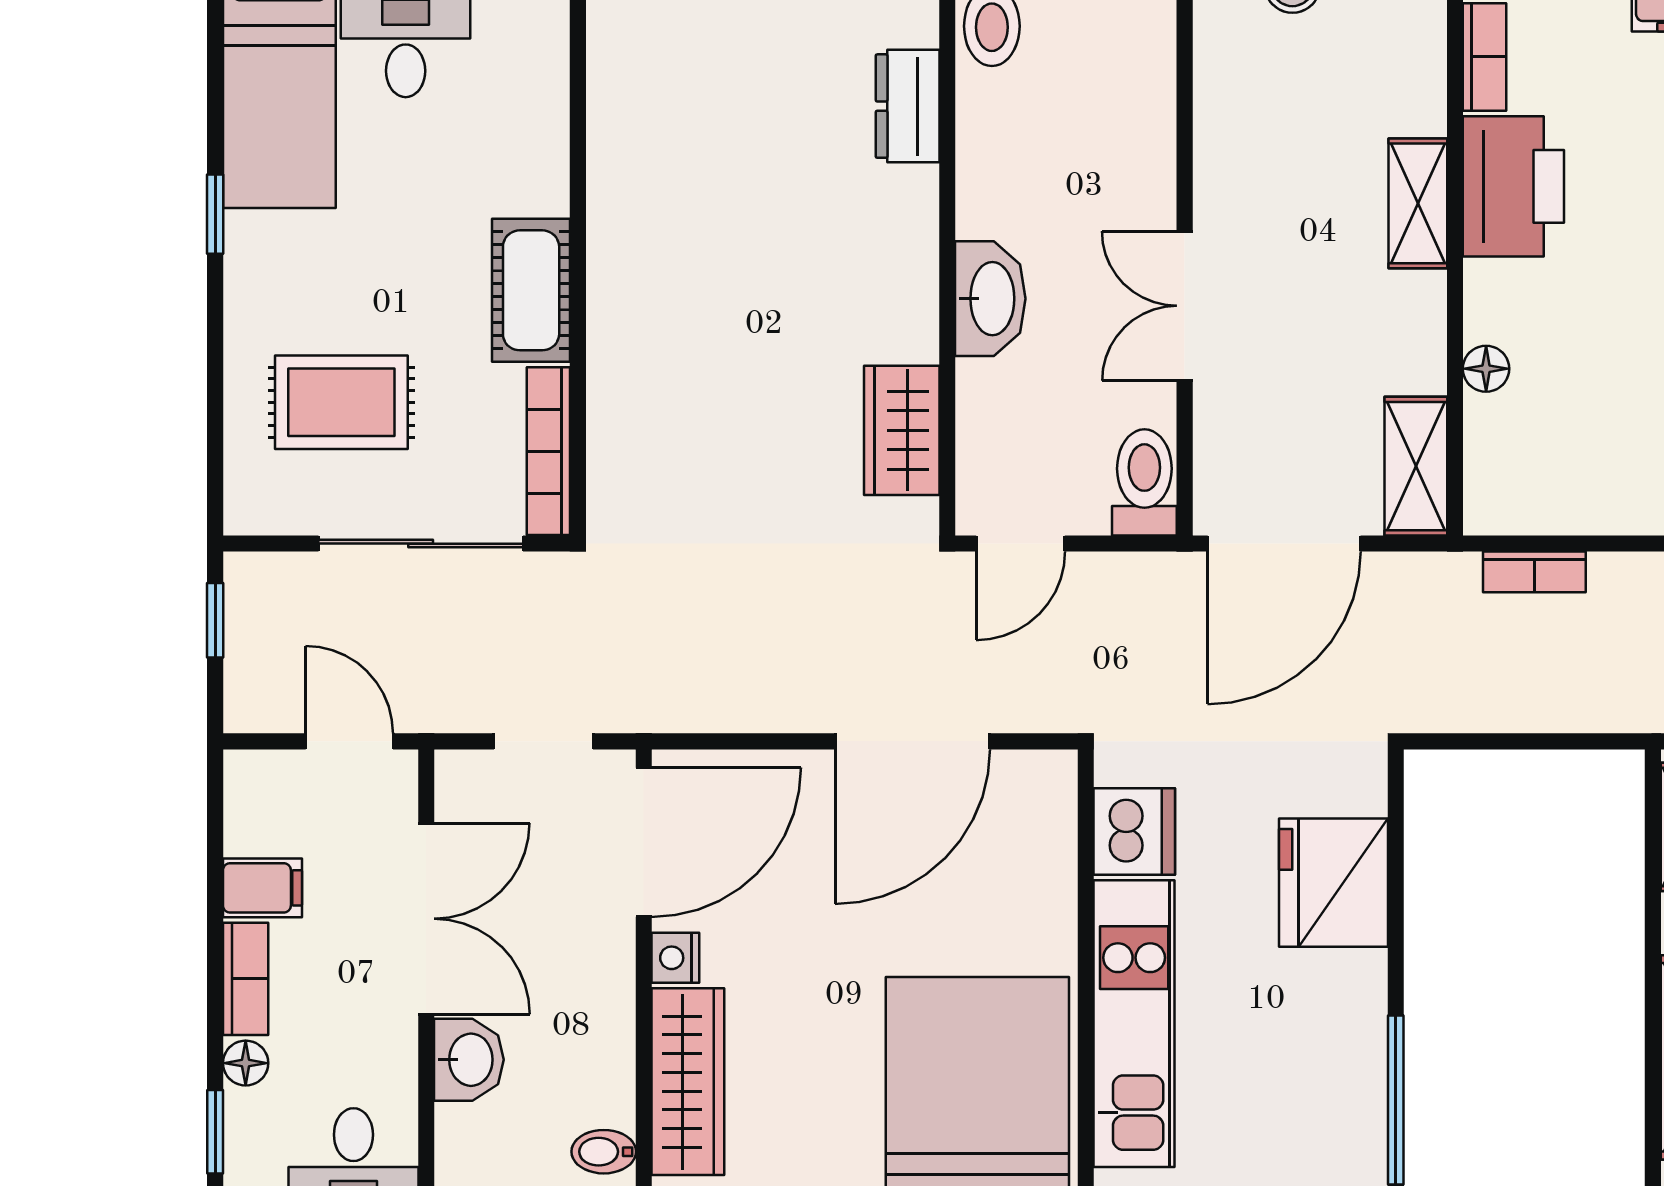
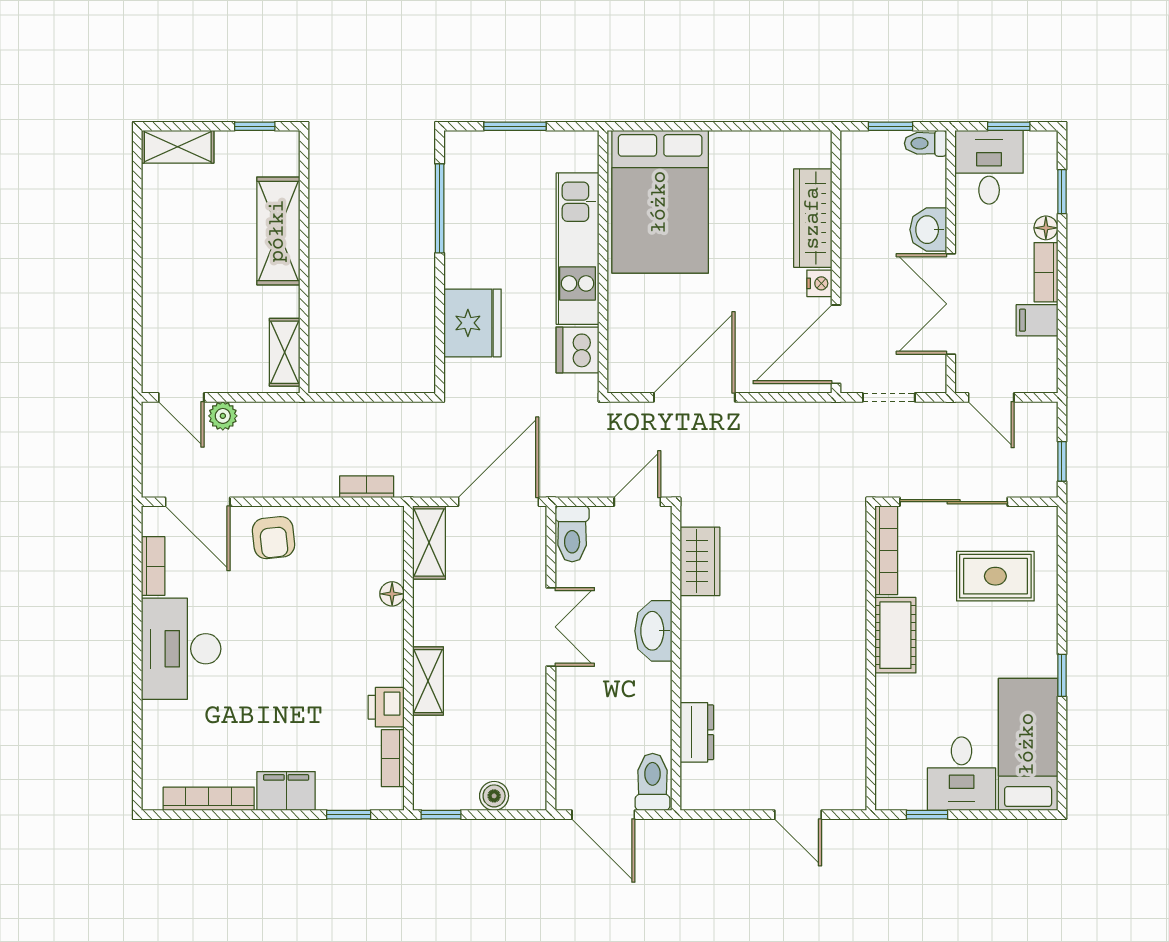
printer: (1513, 186) -> (386, 707), width x0.53, depth x0.68
bidet: (604, 1152) -> (857, 181), removed

